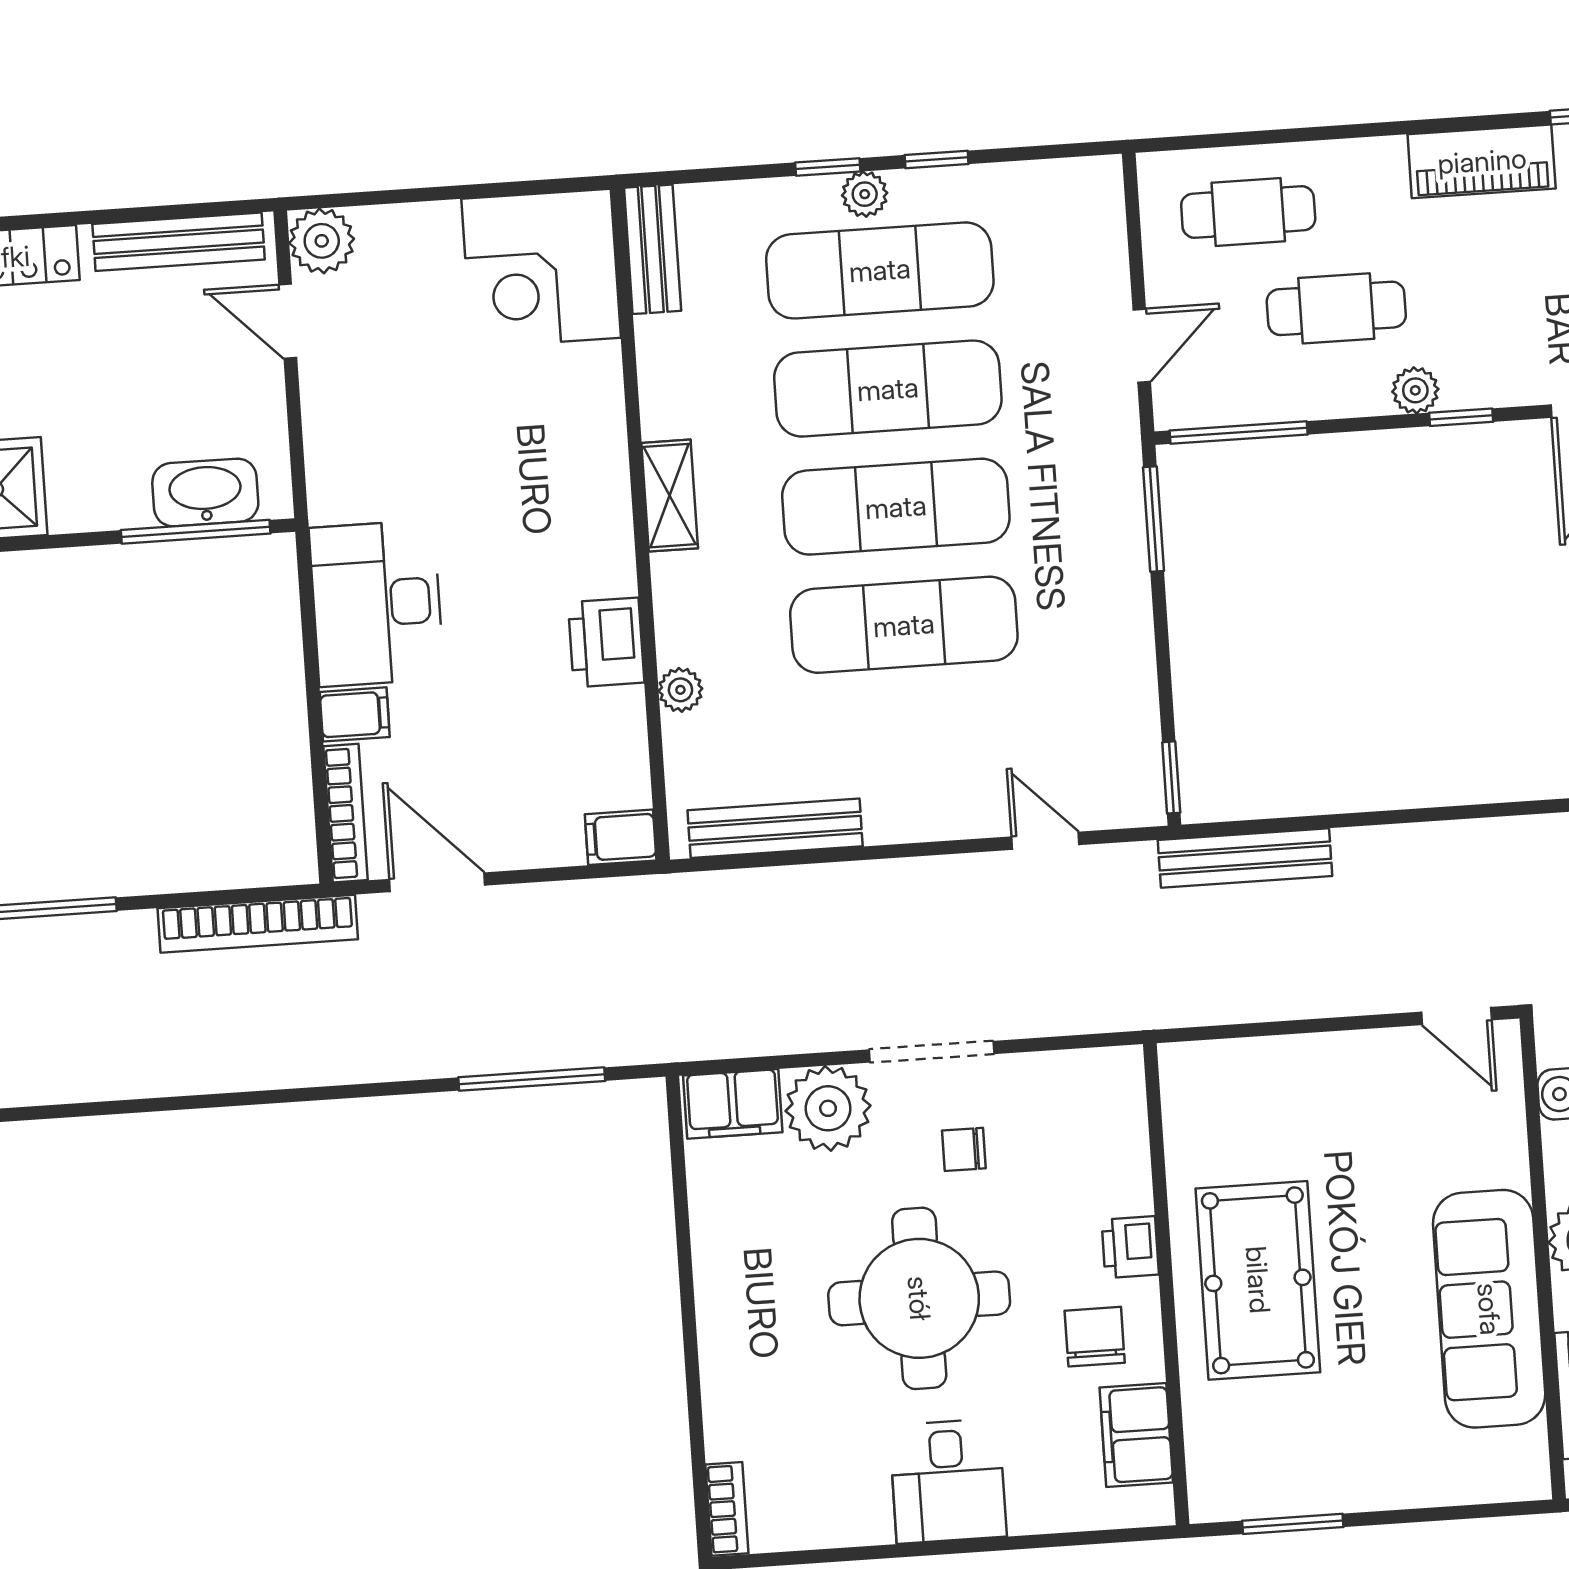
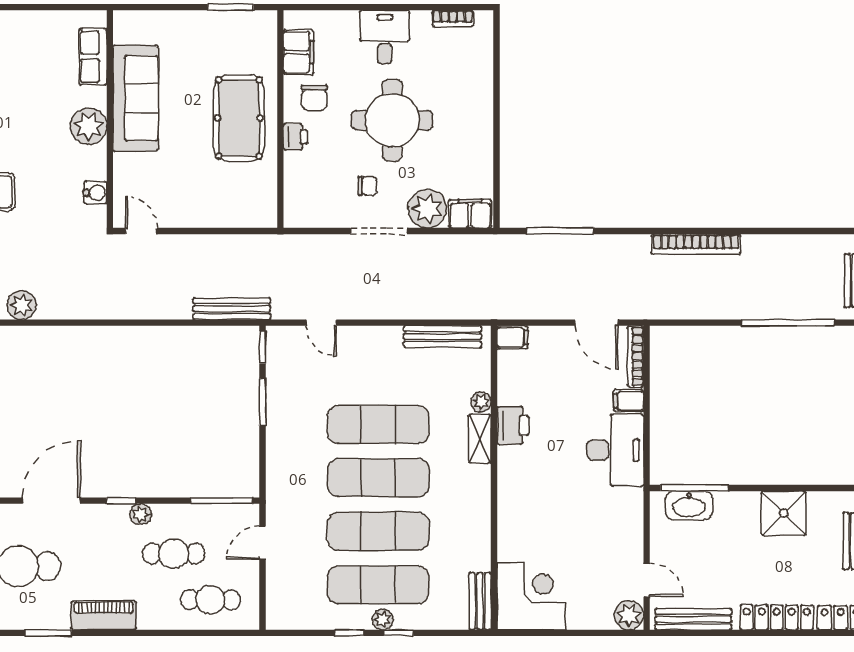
shelving: (670, 496) -> (480, 438), moved
window: (1154, 519) -> (263, 402), moved
bookcase: (258, 924) -> (696, 244), moved, turned 180
bookcase: (727, 1509) -> (453, 19), moved, turned -90

